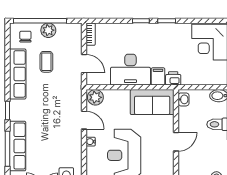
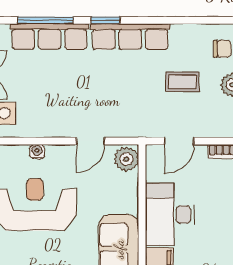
row of seats: (18, 74) -> (130, 37), moved
water cooler: (91, 142) -> (37, 152), moved

